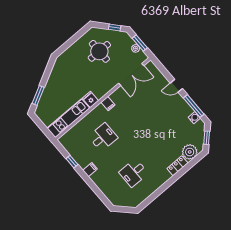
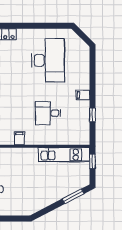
fridge: (90, 99) -> (31, 155), removed
window: (45, 130) -> (92, 161), added
desk: (134, 173) -> (48, 60), width x1.87, depth x1.30

